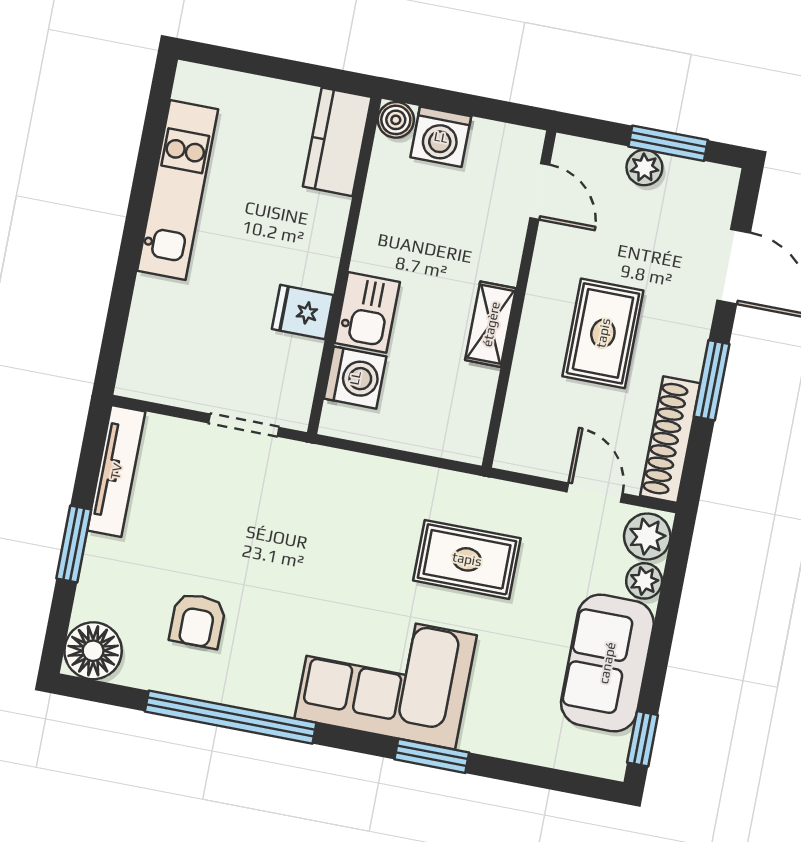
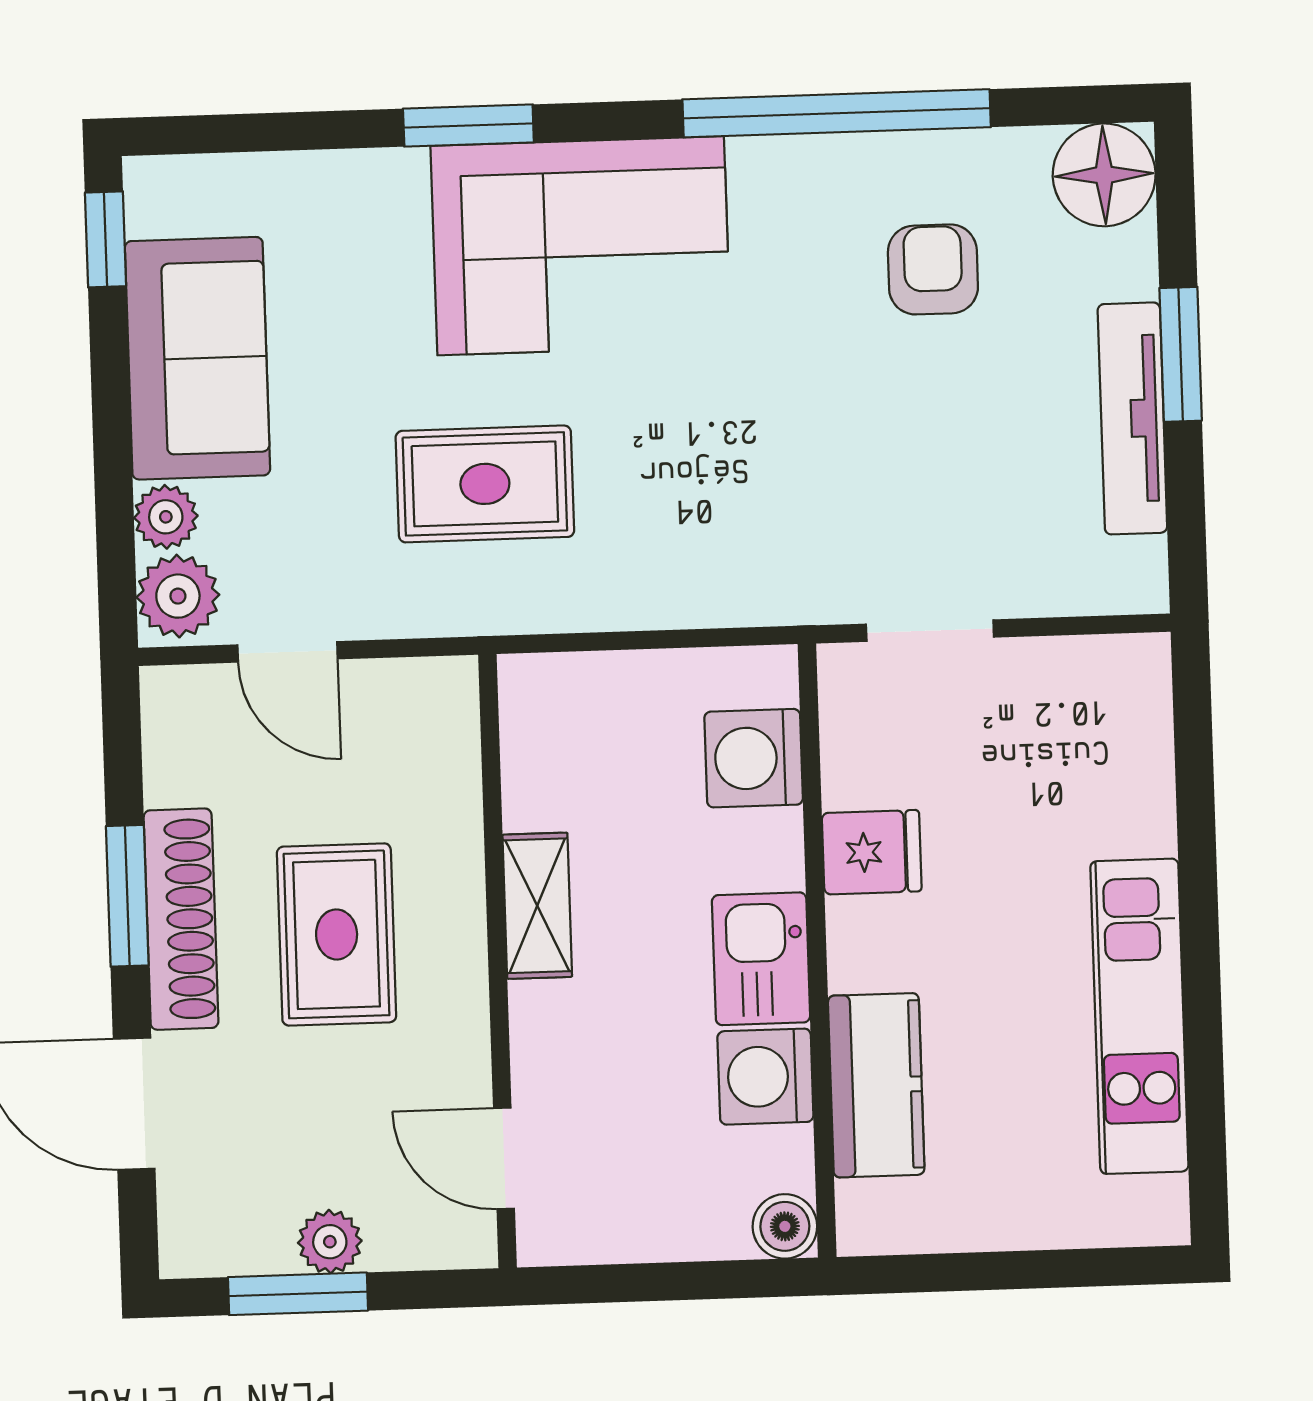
washing machine: (441, 137) -> (765, 1077), moved, turned -90
kitchen counter: (337, 142) -> (876, 1085), moved
kitchen sink: (367, 312) -> (761, 959), moved
shoe rack: (670, 440) -> (181, 919), moved
tv unit: (116, 471) -> (1132, 418), moved

